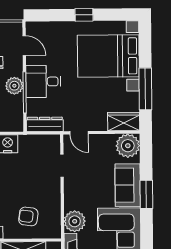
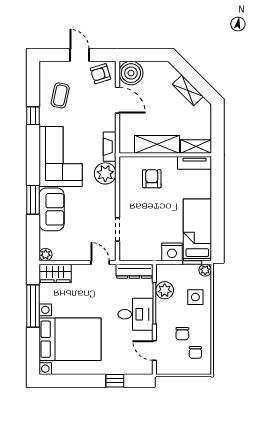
window: (84, 15) -> (115, 381), moved
plant: (14, 86) -> (165, 290), moved
plant: (128, 146) -> (46, 255), width x0.53, depth x0.53
armchair: (28, 216) -> (152, 179), turned -98

